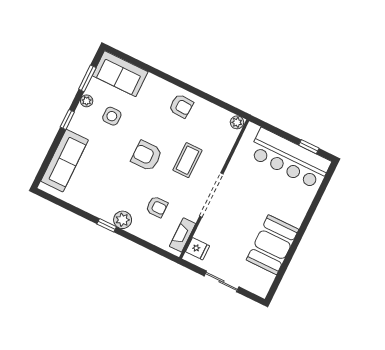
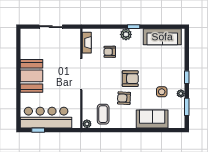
sofa: (120, 74) -> (152, 119), moved
armchair: (181, 106) -> (124, 98), moved
coffee table: (187, 160) -> (103, 114), moved
sofa: (65, 161) -> (162, 37), moved, turned -90
booth: (272, 245) -> (31, 76), moved
fridge: (198, 249) -> (74, 39), removed

